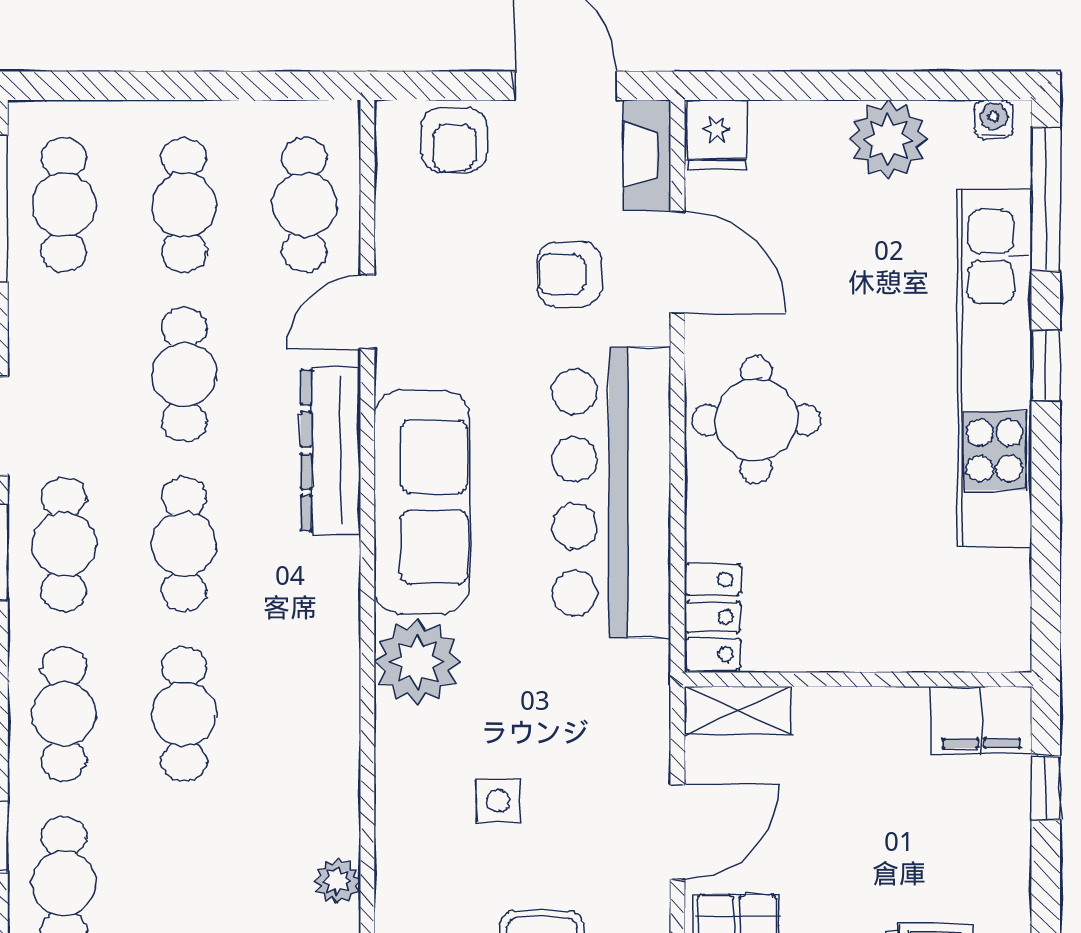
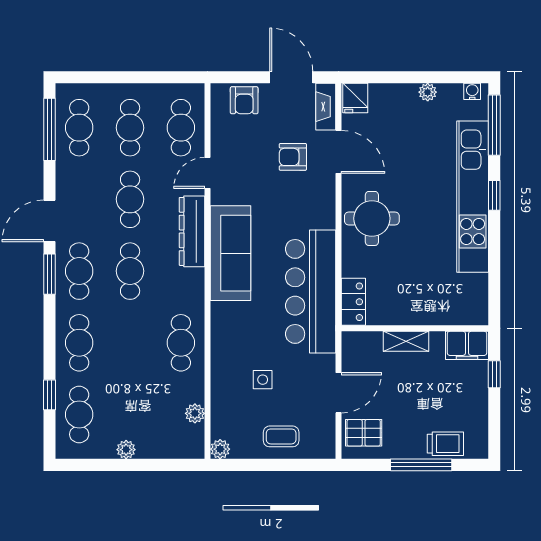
plant: (888, 139) -> (428, 92), width x0.53, depth x0.53
bar counter: (611, 493) -> (311, 291), moved
plant: (417, 662) -> (229, 321), removed
shelving: (738, 710) -> (406, 341), moved
cafe table: (184, 714) -> (181, 343), moved

